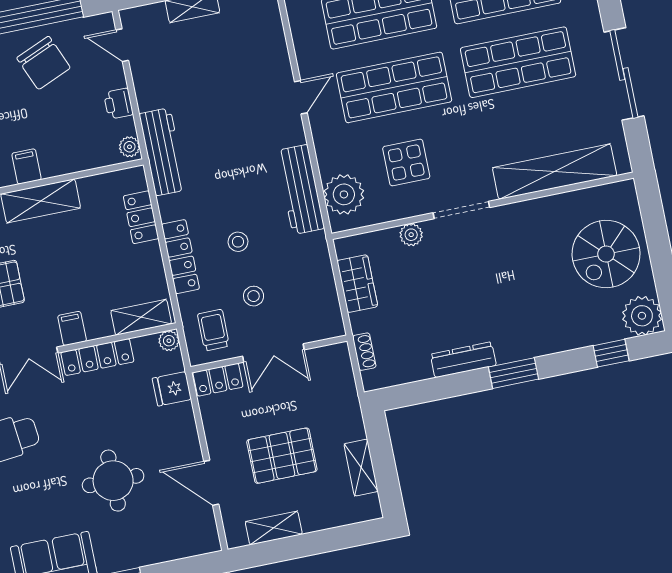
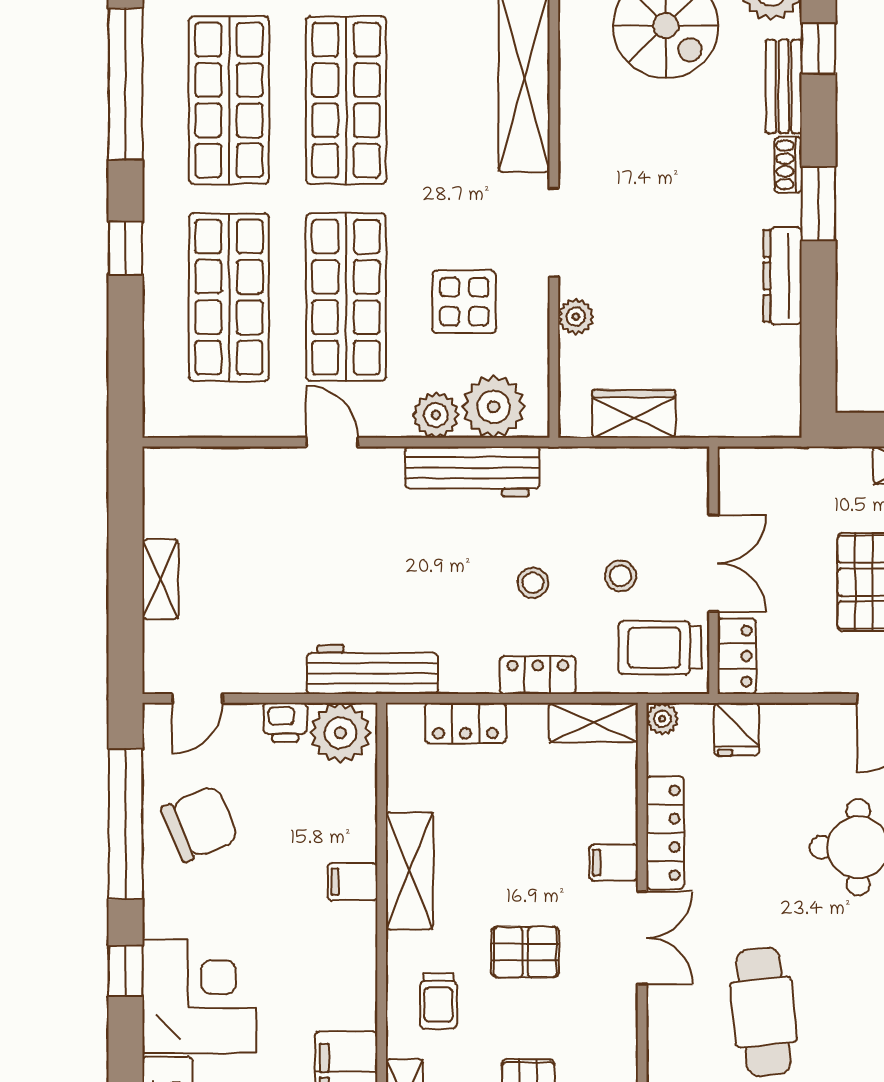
plant: (129, 147) -> (340, 733), width x1.88, depth x1.88
plant: (331, 159) -> (436, 415), added
locker: (180, 257) -> (538, 675), width x0.66
shelving: (141, 317) -> (593, 723), moved, turned 90
trolley: (213, 330) -> (660, 648), width x1.36, depth x1.39
bench: (583, 336) -> (784, 86), added
shoe rack: (364, 352) -> (788, 165), moved, turned -90

